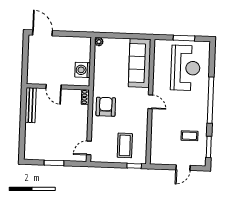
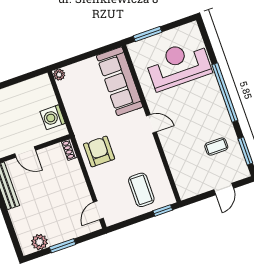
window: (184, 38) -> (148, 34), moved
reception desk: (185, 68) -> (178, 65), turned -90
plant: (39, 154) -> (40, 242), added

